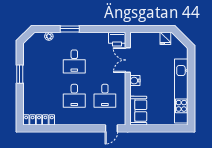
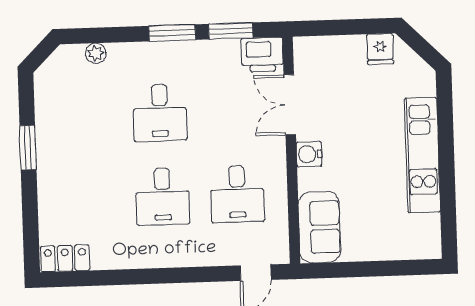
window: (70, 29) -> (172, 33), moved
window: (104, 29) -> (231, 31), added
kitchen unit: (181, 91) -> (422, 155), width x0.73
locker: (39, 120) -> (65, 258), width x0.66

